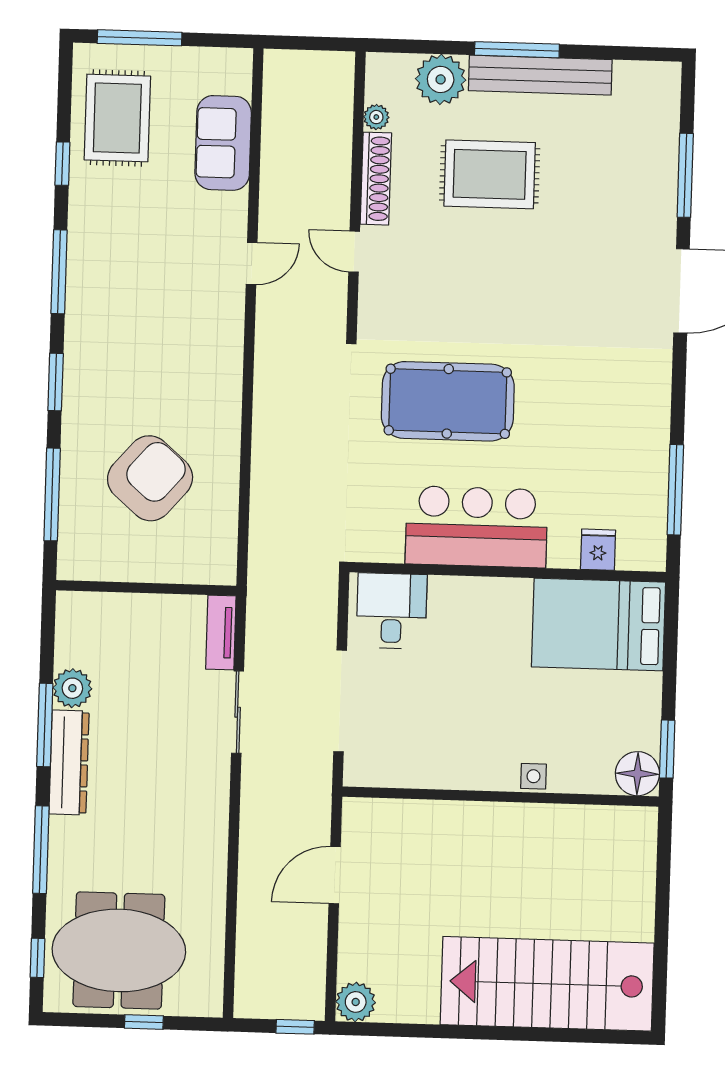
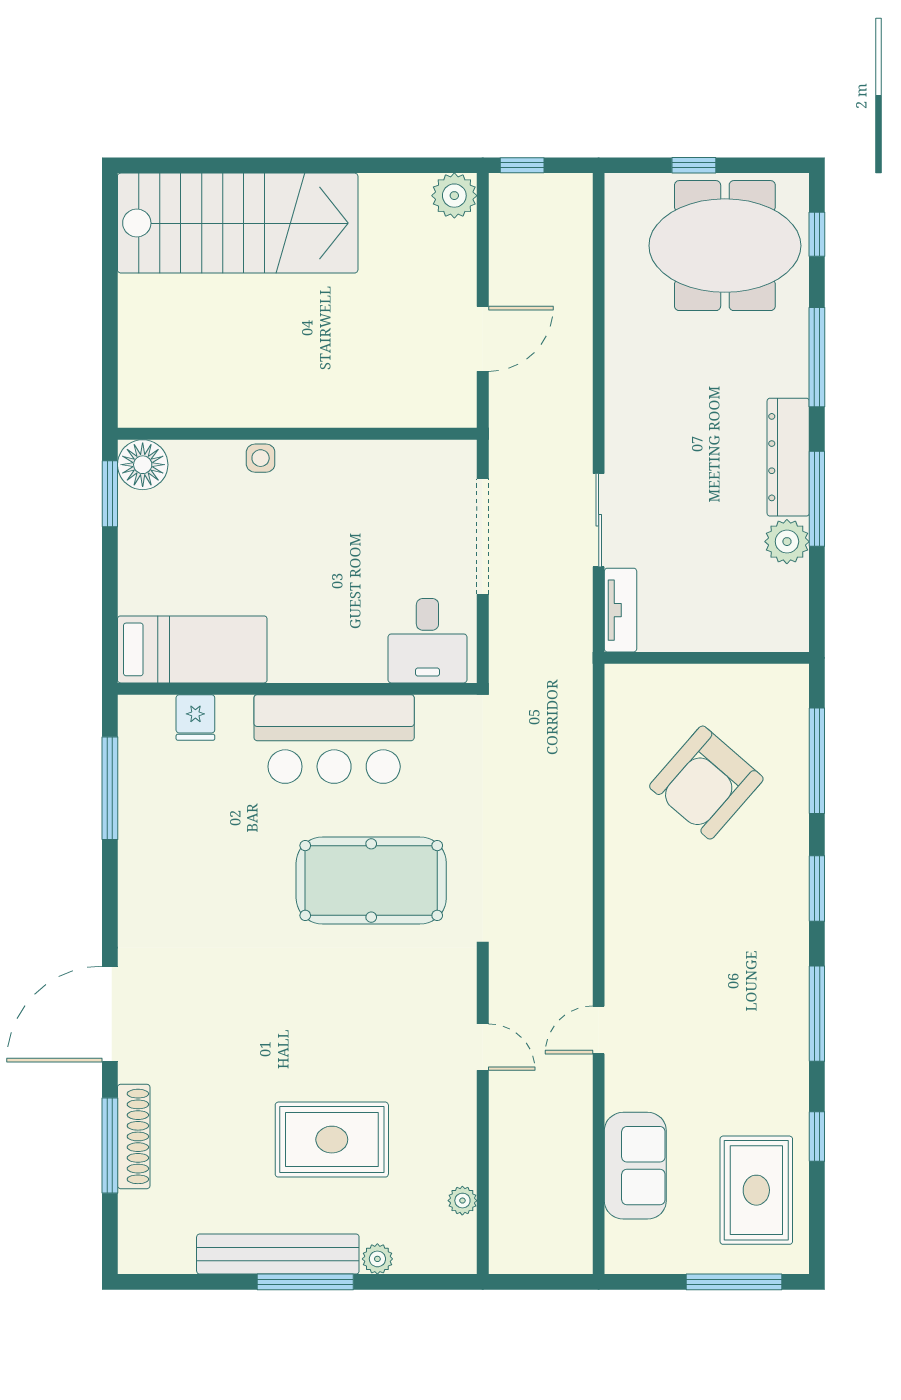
plant: (441, 79) -> (377, 1259), width x0.53, depth x0.53
shoe rack: (376, 179) -> (134, 1136), moved, turned 180
bed: (598, 624) -> (192, 649), width x0.67

